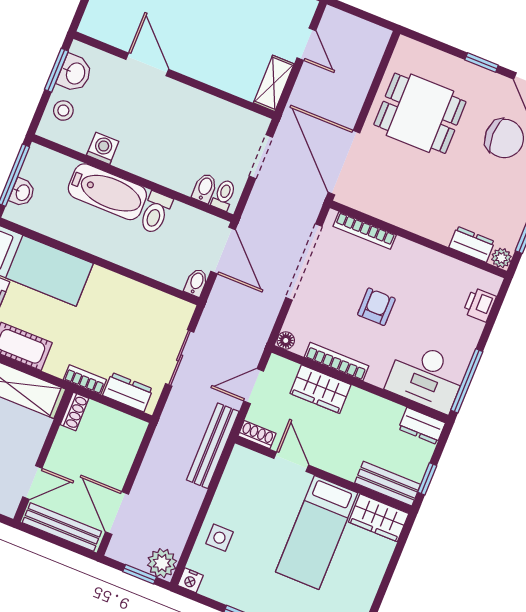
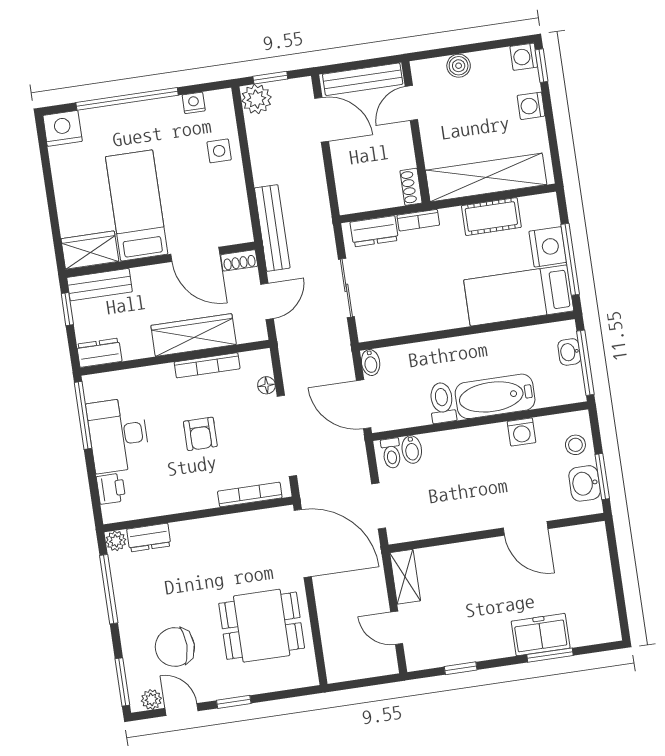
floor lamp: (286, 340) -> (266, 385), moved
desk: (426, 377) -> (118, 435), moved, turned -90
wardrobe: (320, 389) -> (194, 335), width x1.50
door: (291, 462) -> (195, 254), width x1.38
nightstand: (190, 580) -> (194, 103), moved

